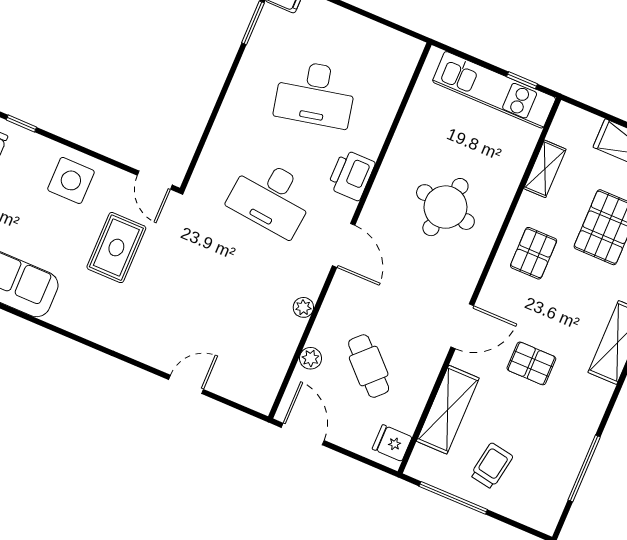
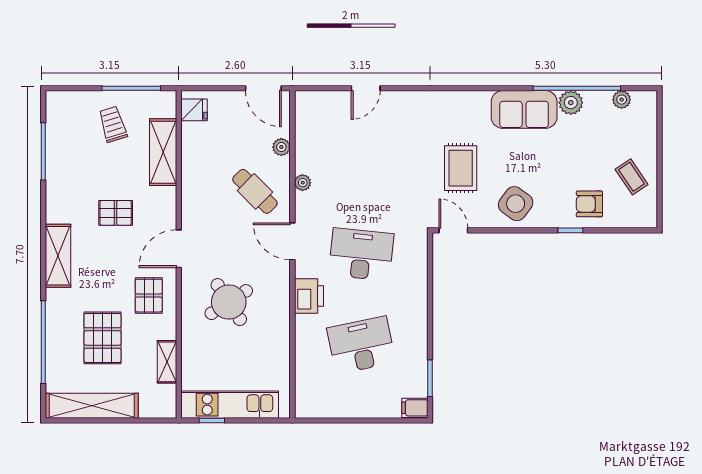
side table: (71, 180) -> (516, 204), turned 36
round table: (445, 207) -> (229, 302), turned 45
door: (462, 326) -> (179, 249), moved
cafe table: (369, 366) -> (255, 191), moved
trolley: (492, 466) -> (113, 124), turned 153

